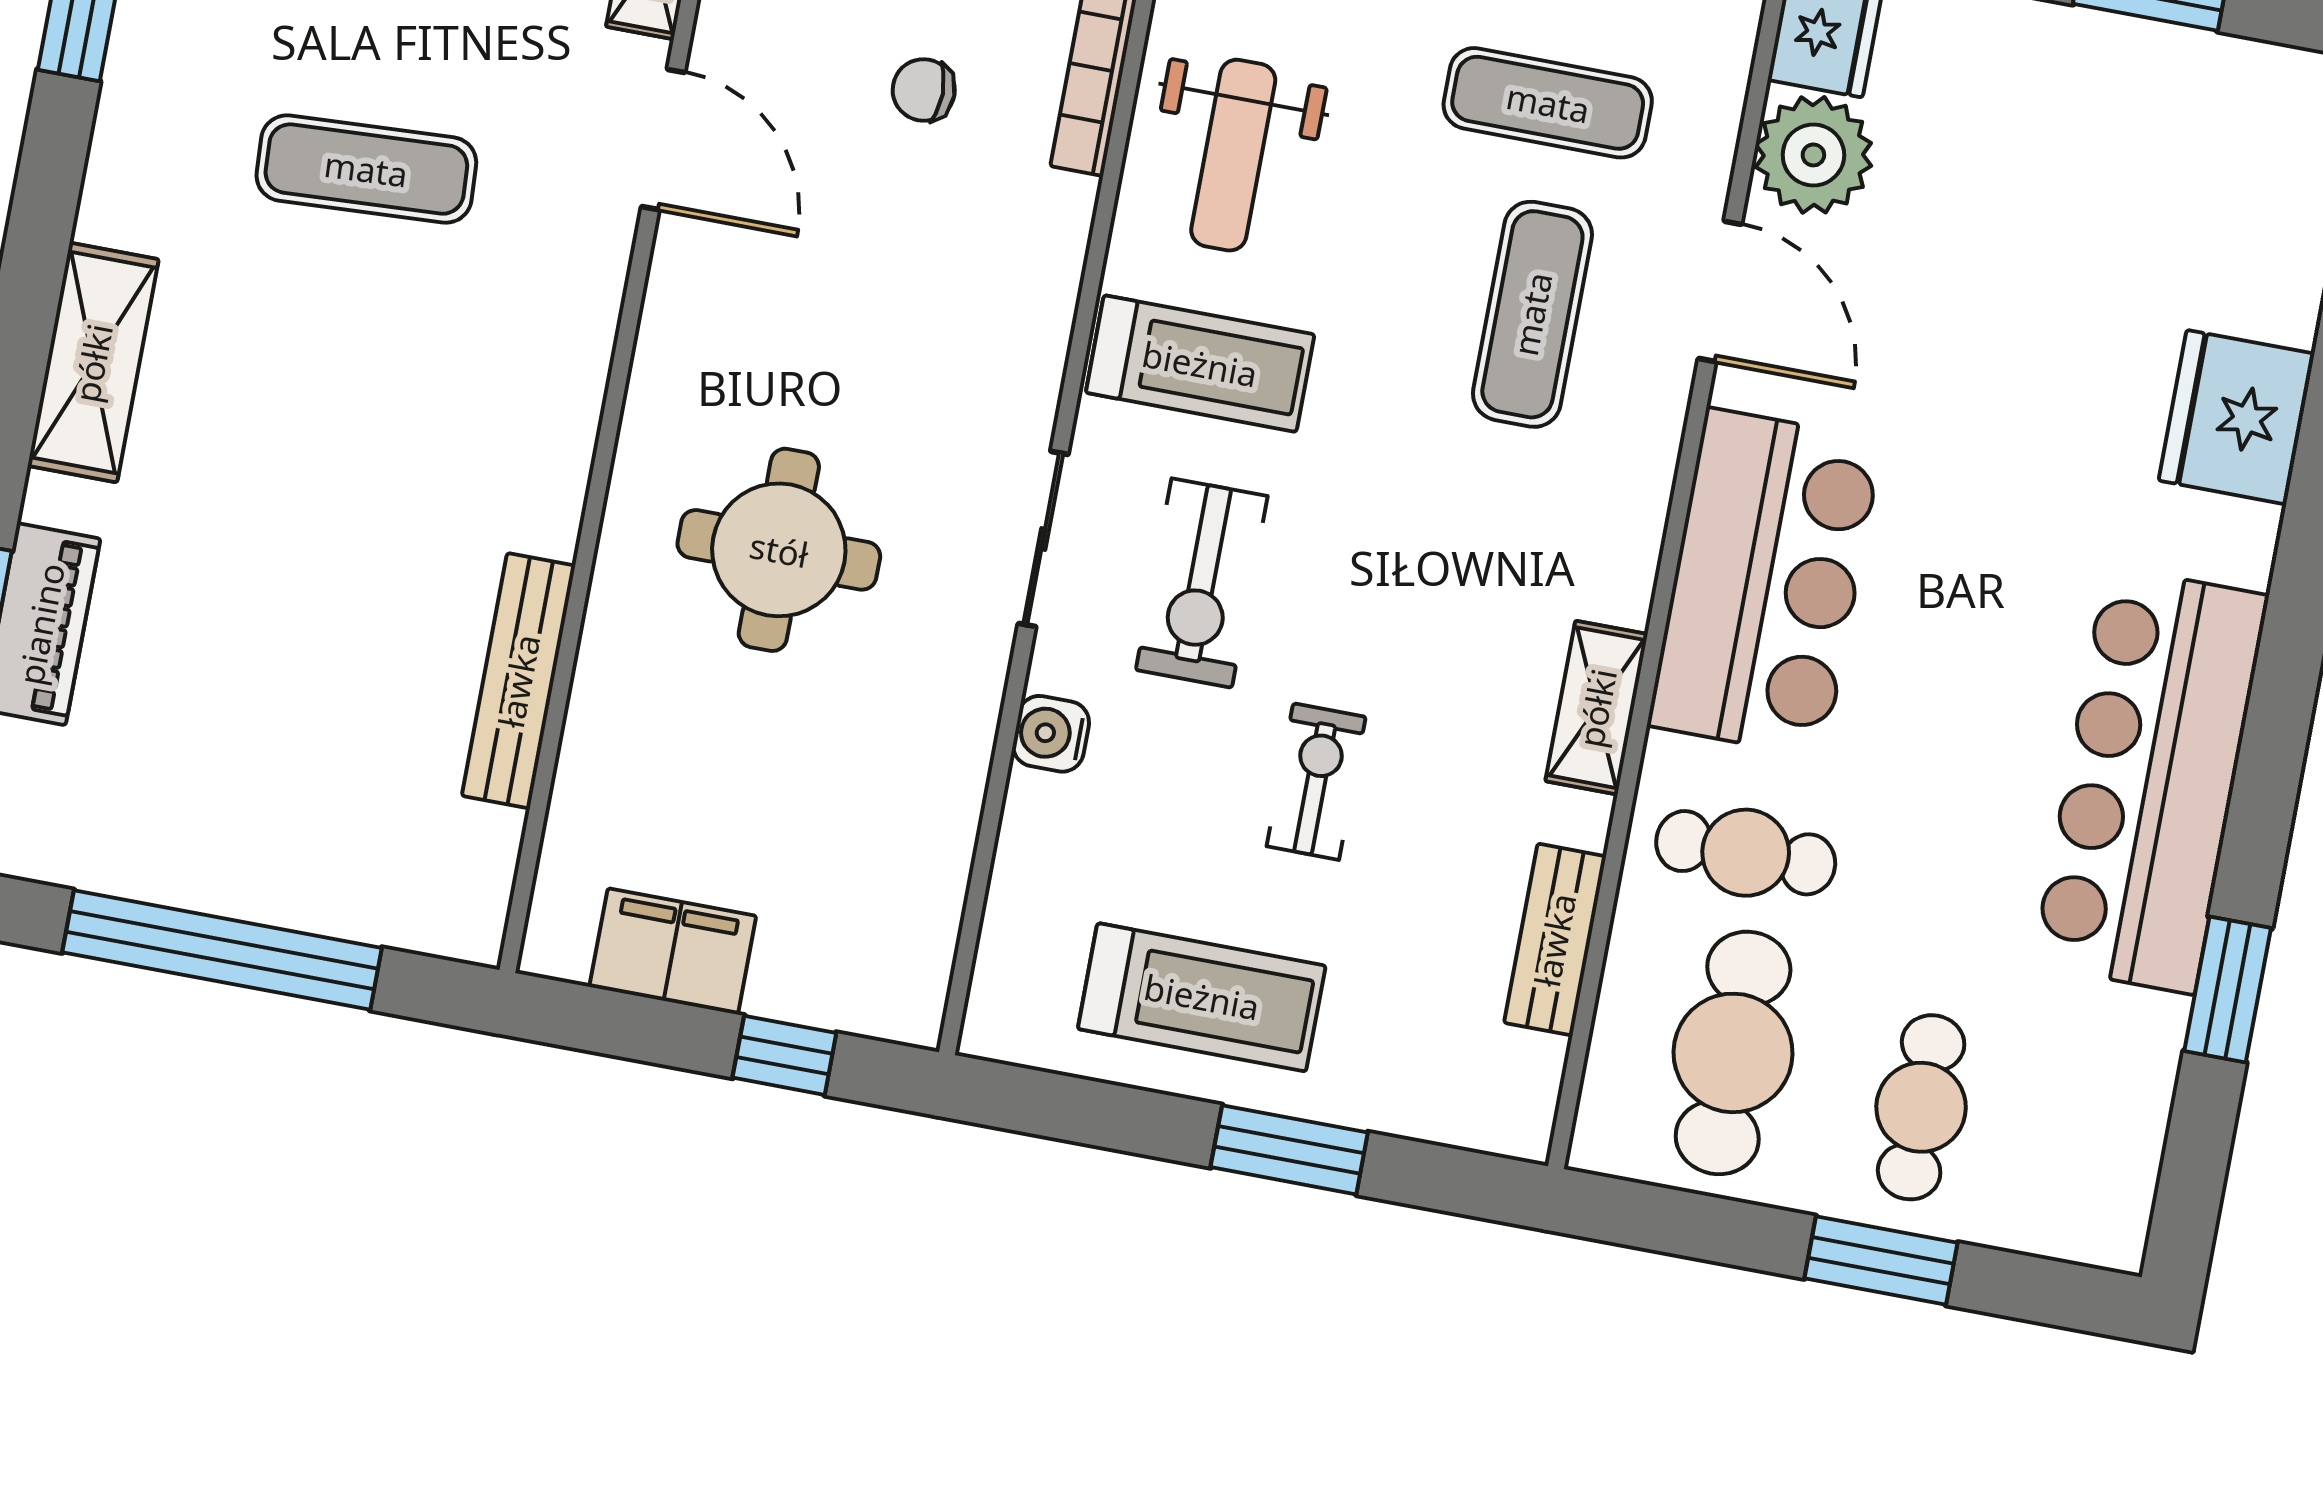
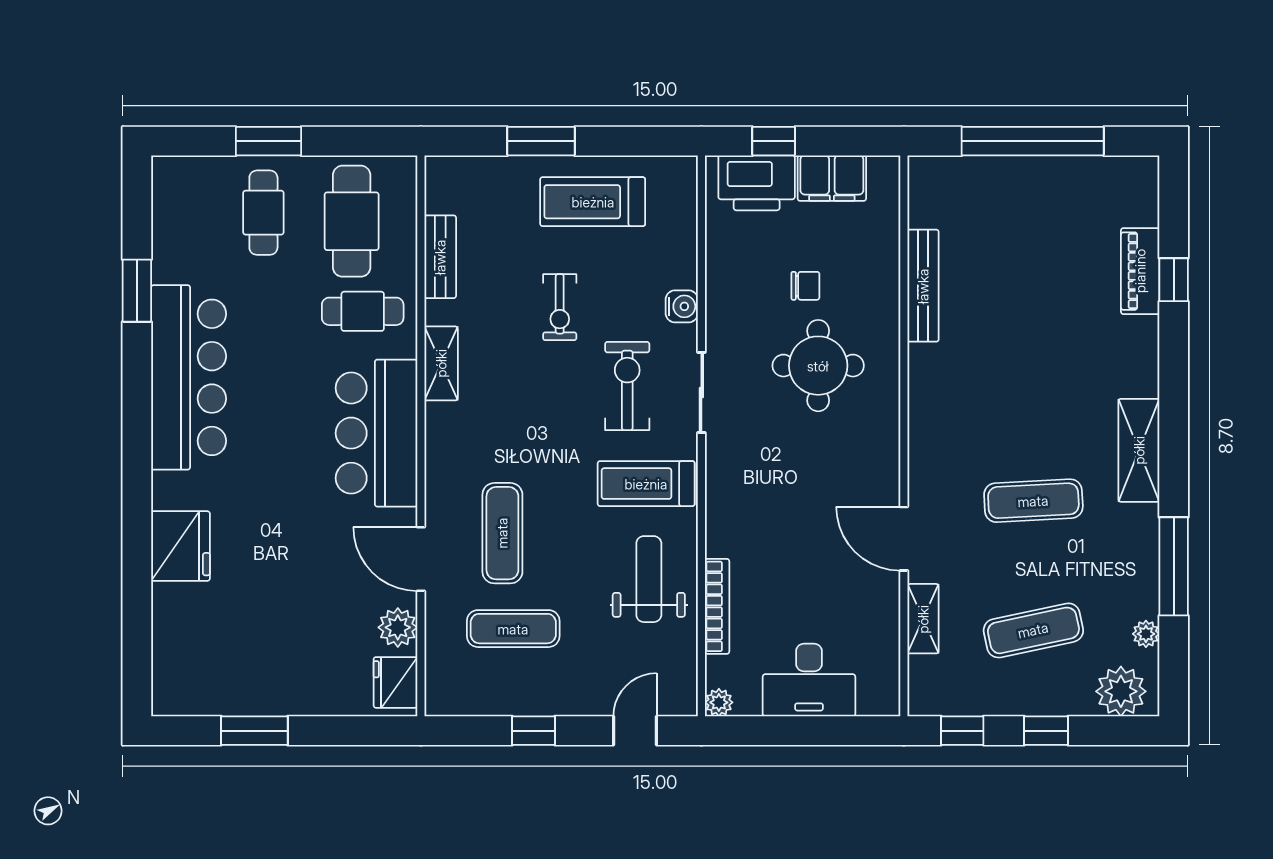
chair: (924, 90) -> (805, 286), moved
plant: (1813, 155) -> (398, 627), width x0.73, depth x0.73
shelving: (93, 363) -> (1139, 450), moved
printer: (838, 972) -> (757, 183), added

